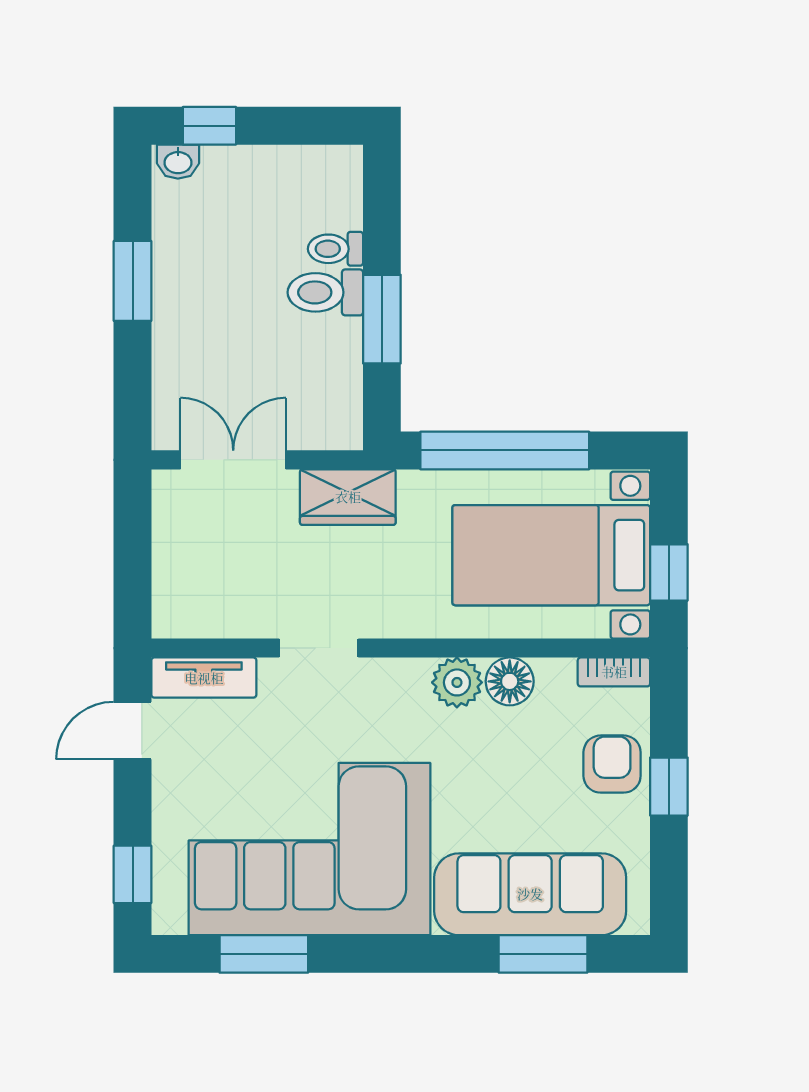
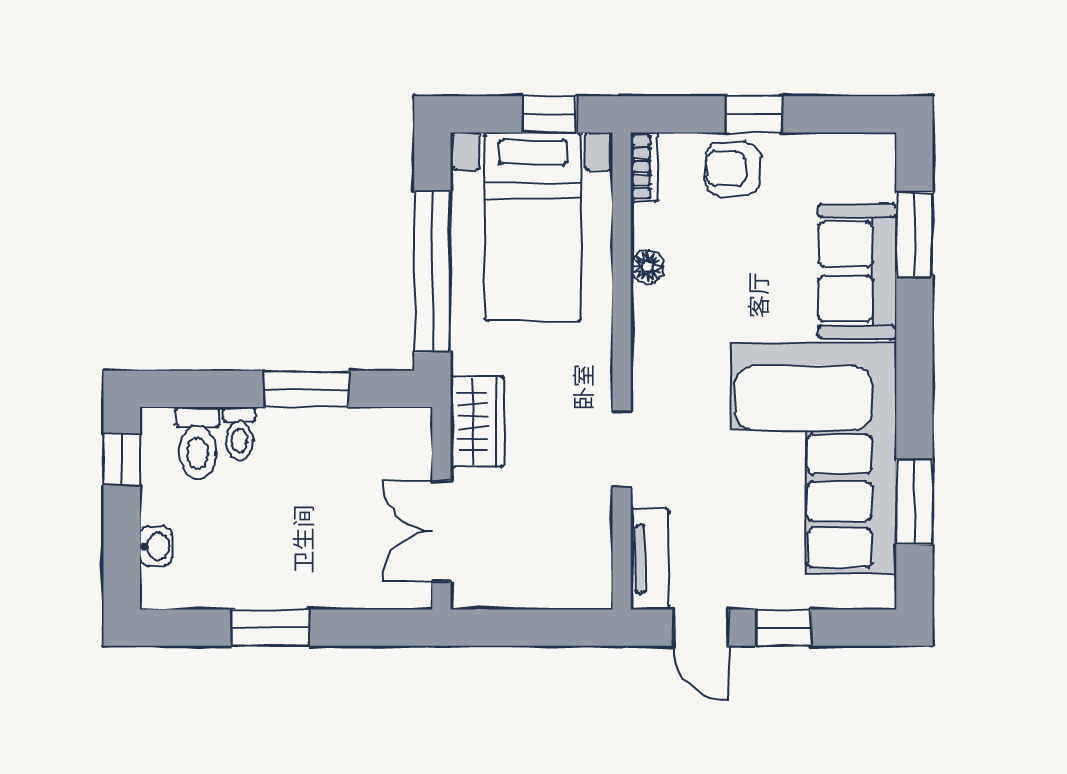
window: (209, 126) -> (122, 460), moved
washbasin: (178, 162) -> (156, 546), moved
toilet: (325, 292) -> (198, 443), moved
floor lamp: (510, 681) -> (647, 267), width x0.73, depth x0.73
plant: (457, 682) -> (655, 317), removed
window: (133, 874) -> (784, 628), moved
sofa: (530, 894) -> (857, 271), width x0.73

